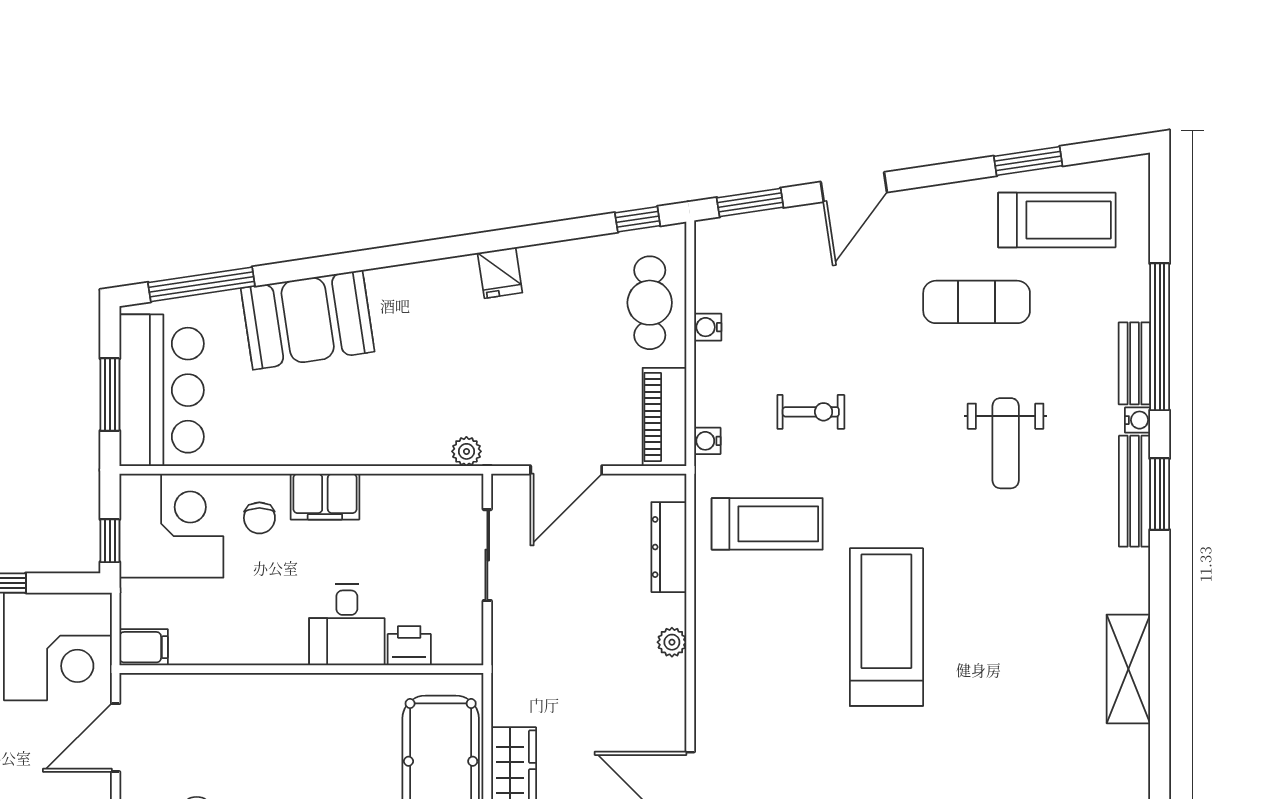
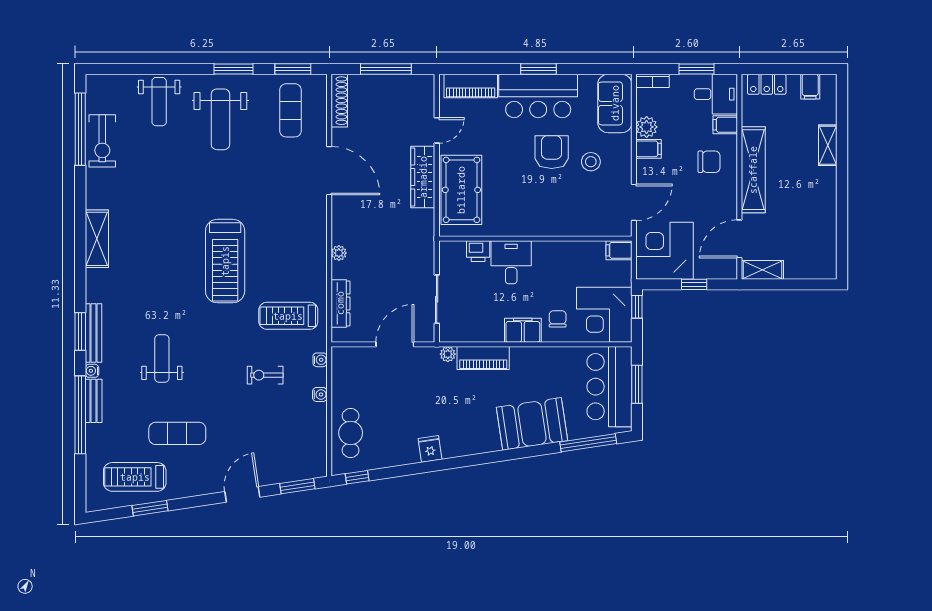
water cooler: (708, 327) -> (320, 394), moved
piano: (665, 417) -> (483, 358), moved, turned 90

